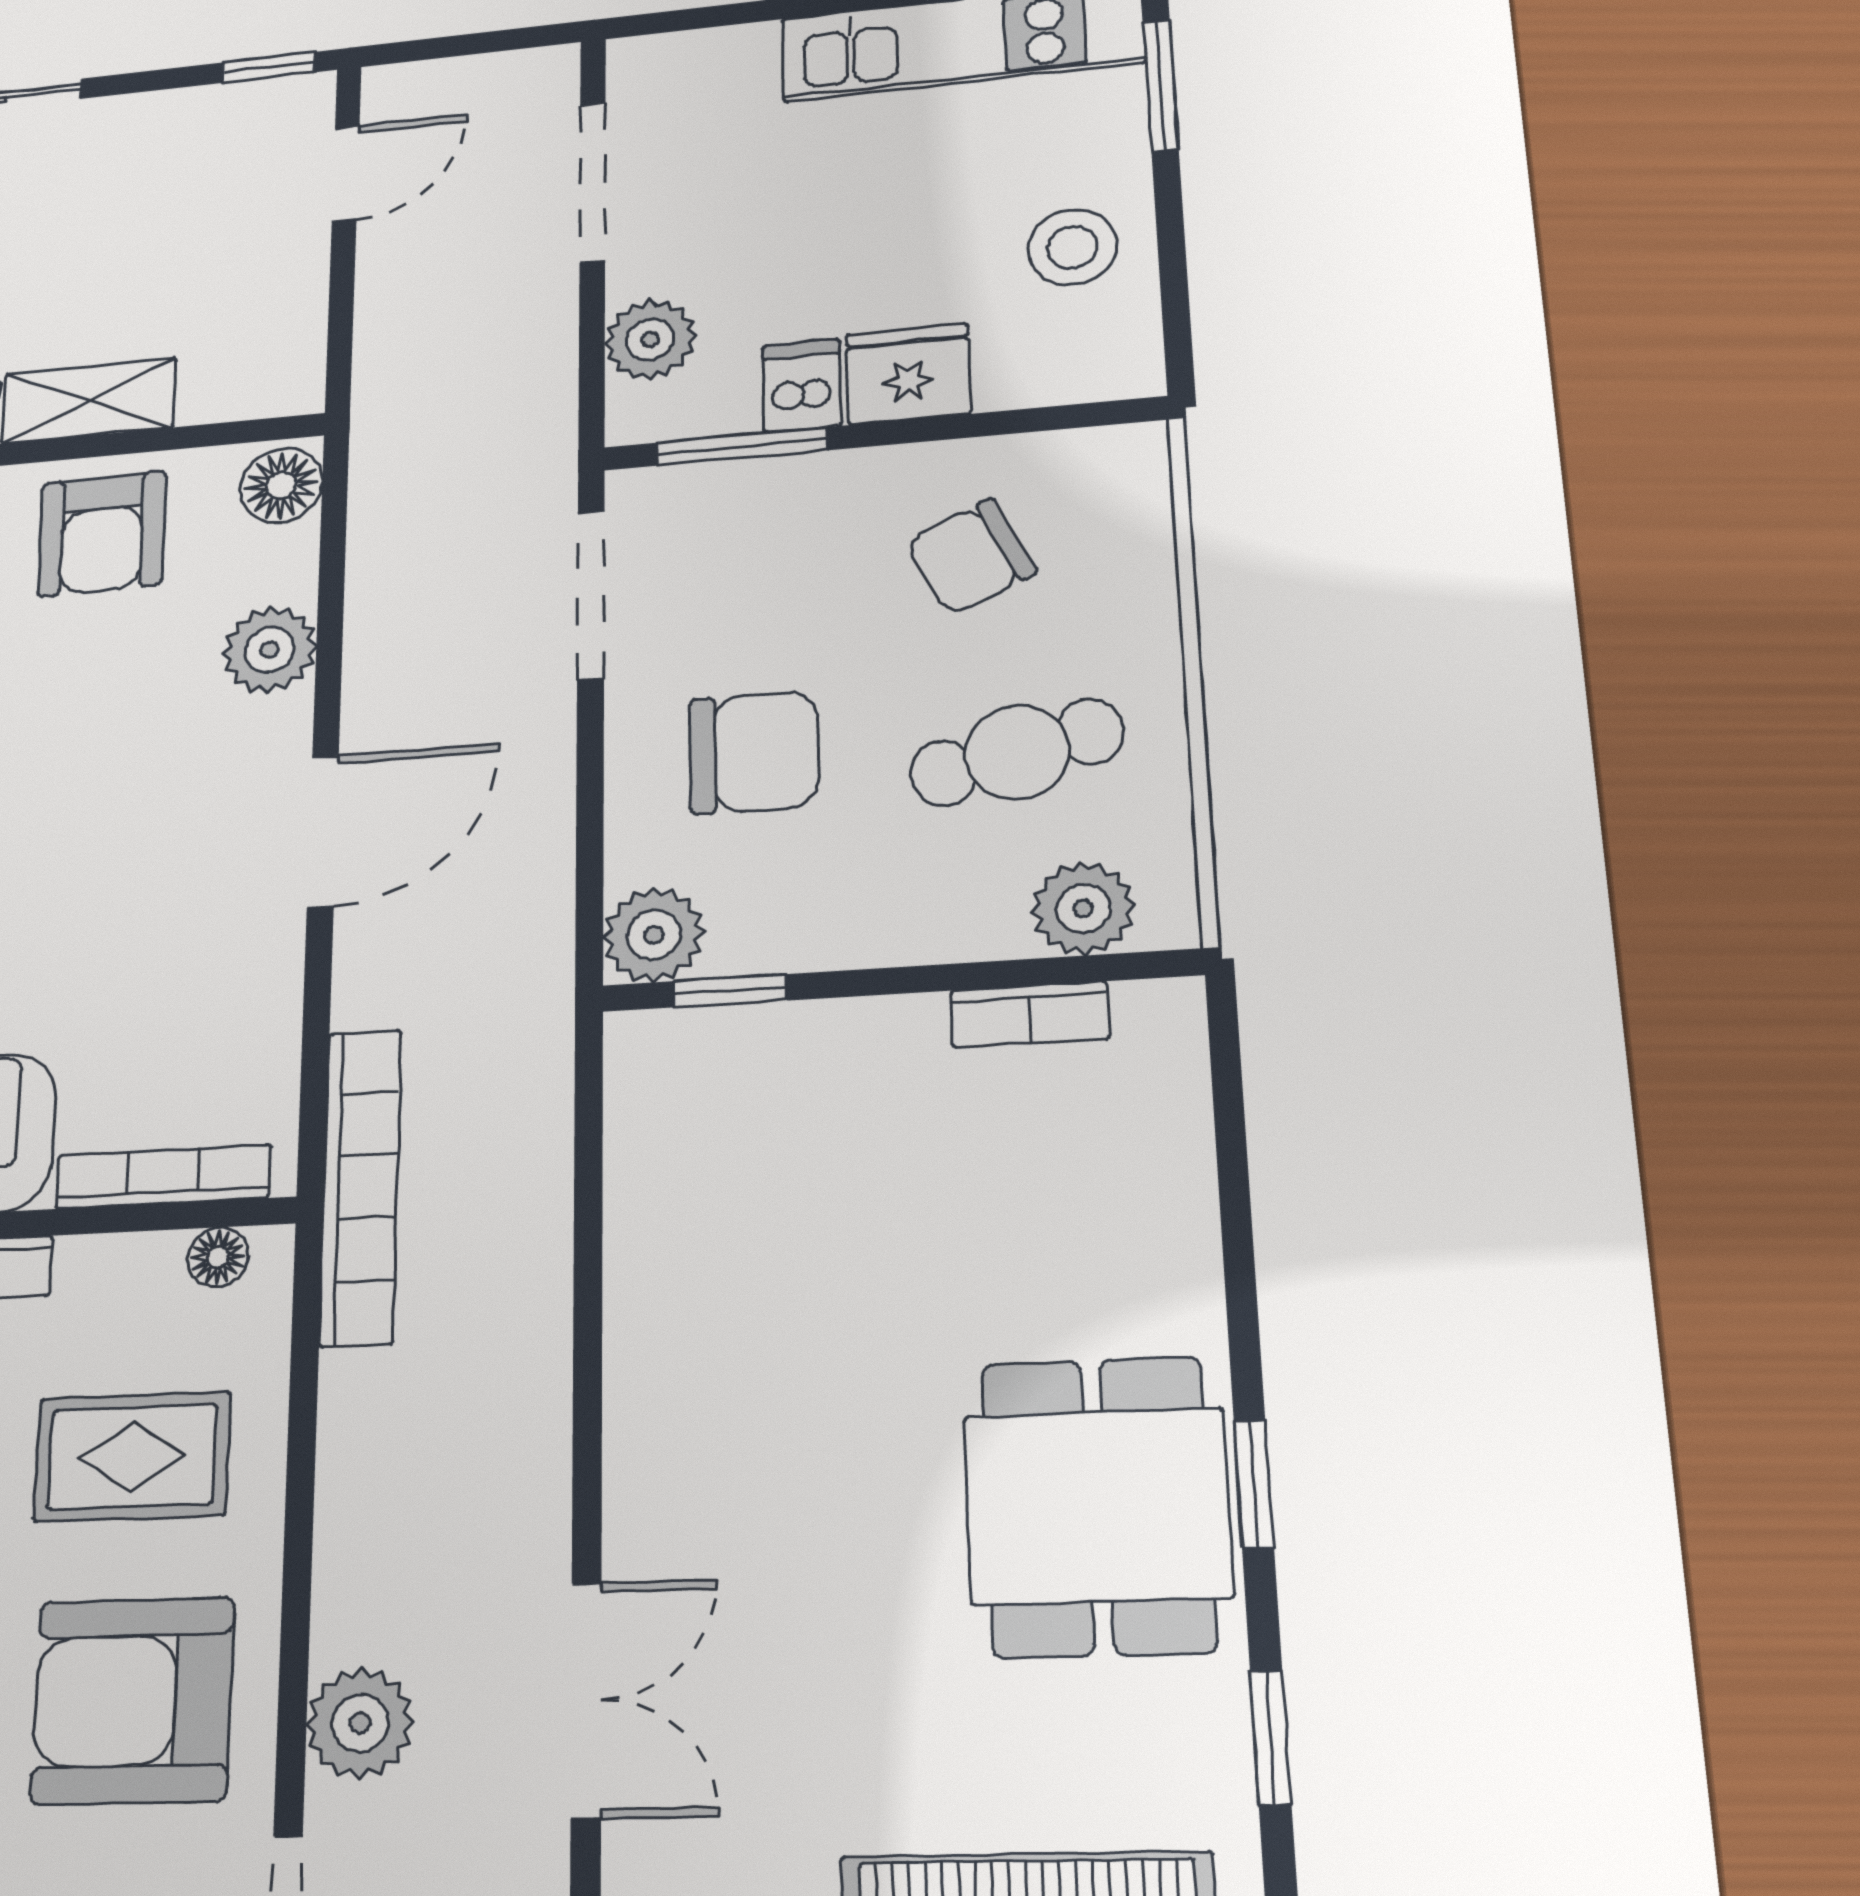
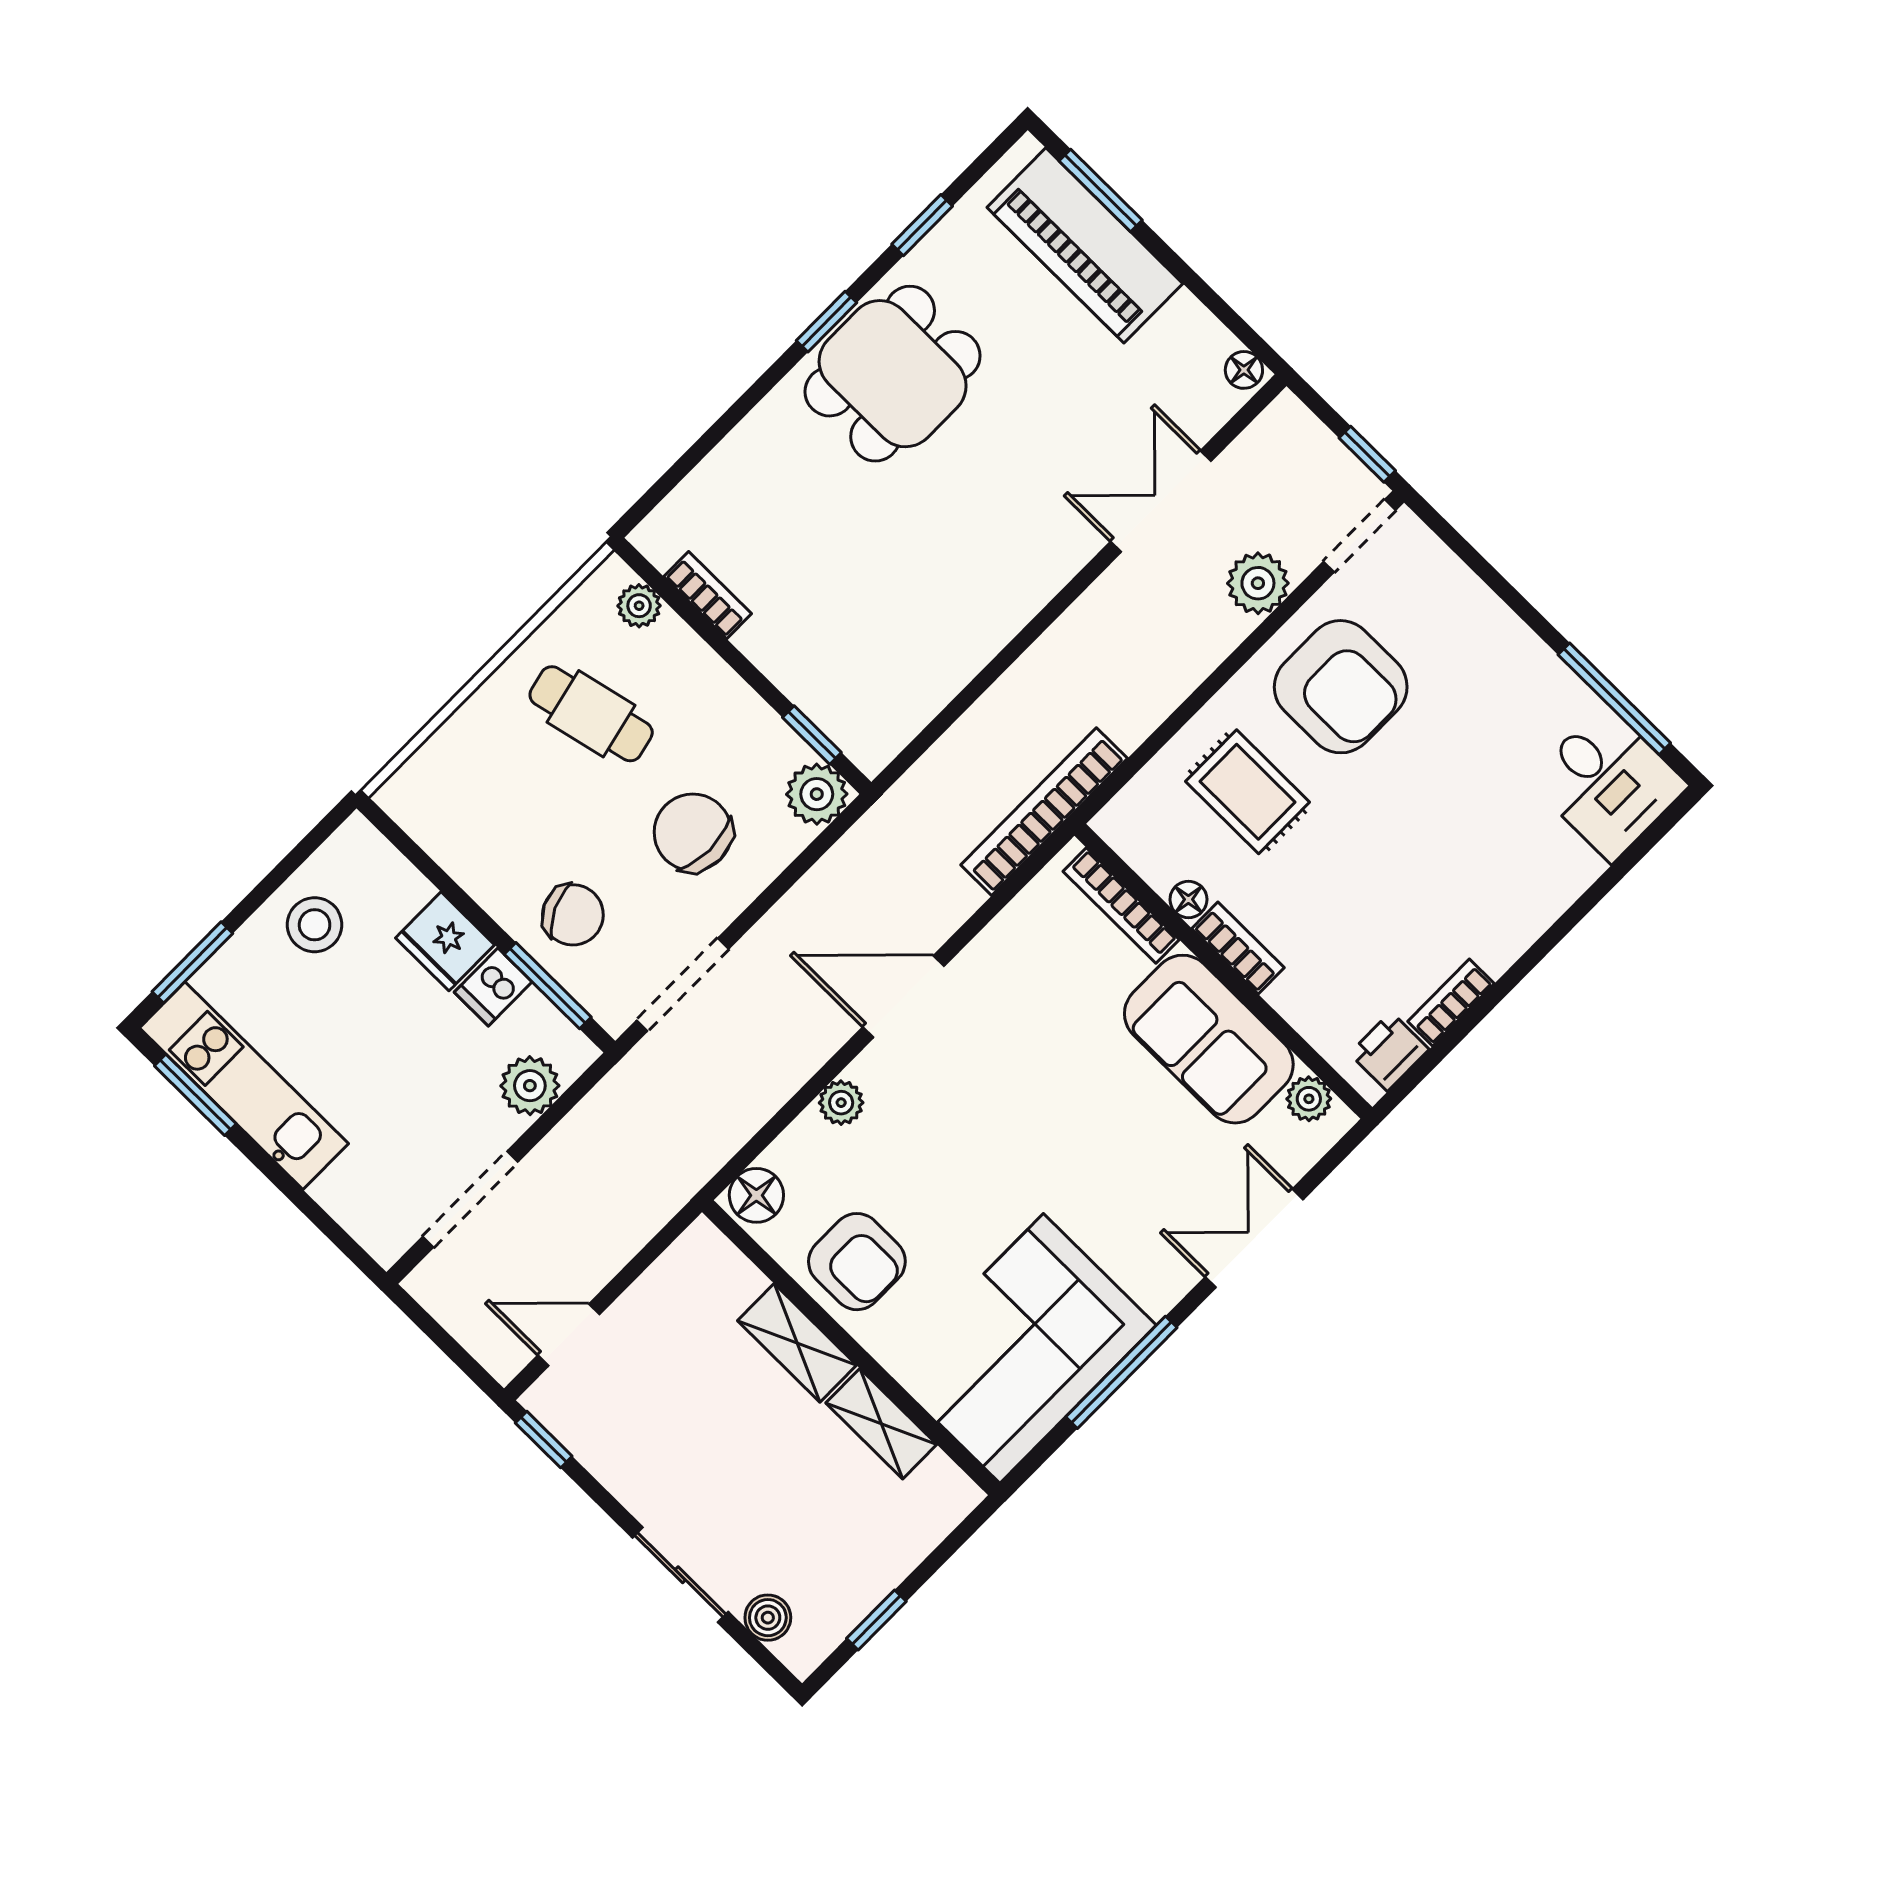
armchair: (102, 534) -> (857, 1262), turned 91
chair: (971, 557) -> (573, 915), moved
plant: (270, 650) -> (841, 1103), width x0.73, depth x0.73
plant: (1083, 908) -> (639, 606), width x0.73, depth x0.73
floor lamp: (218, 1257) -> (1188, 899), moved

